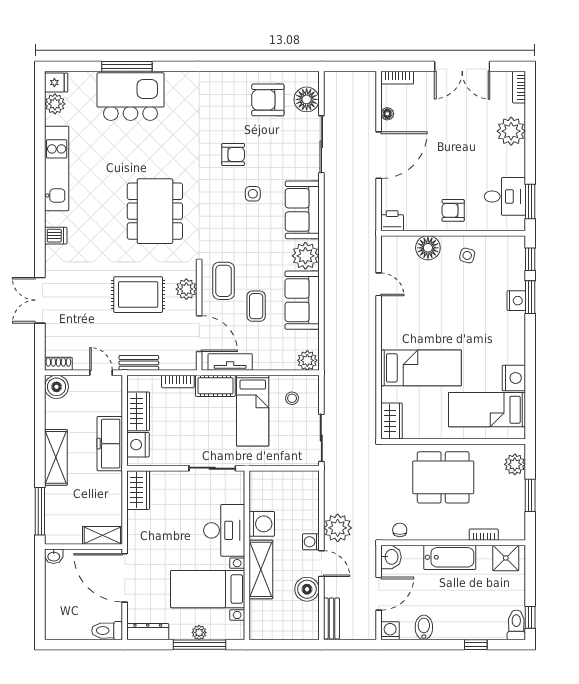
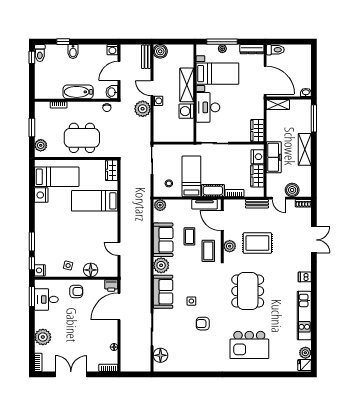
window: (127, 66) -> (264, 374), removed
kitchen island: (131, 97) -> (249, 345), moved
armchair: (268, 100) -> (183, 355), removed
door: (379, 155) -> (119, 306), moved
nightstand: (516, 301) -> (40, 270), moved
boiler: (57, 387) -> (292, 190), moved
shower: (506, 558) -> (46, 92), removed
boiler: (307, 589) -> (160, 51), moved
bidet: (424, 627) -> (73, 52), moved

